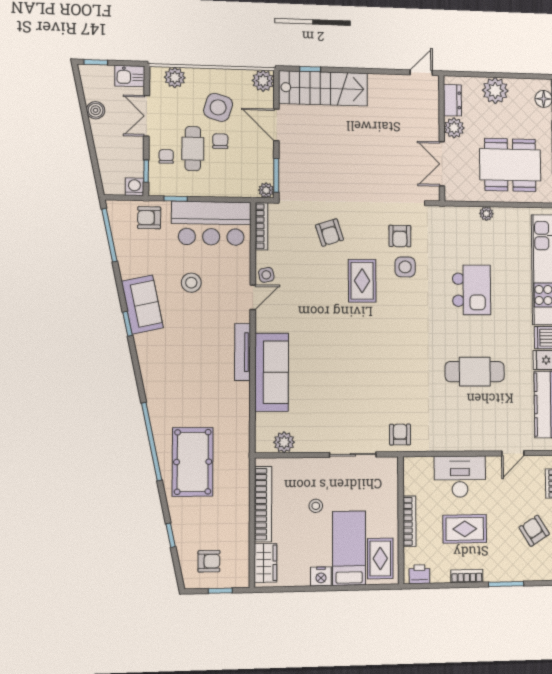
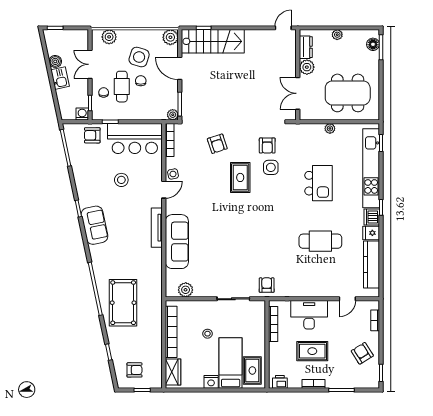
kitchen sink: (130, 76) -> (60, 78), moved, turned -102
plant: (495, 91) -> (337, 35), width x0.53, depth x0.53
sofa: (142, 305) -> (95, 225), moved
bookcase: (409, 521) -> (273, 324), moved

